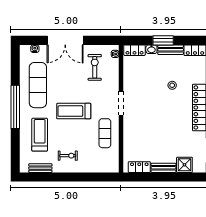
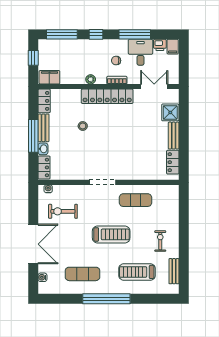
window: (163, 40) -> (33, 136), width x1.44
exercise mat: (38, 85) -> (82, 274), width x0.73, depth x0.69
treadmill: (74, 111) -> (111, 234), turned -90

